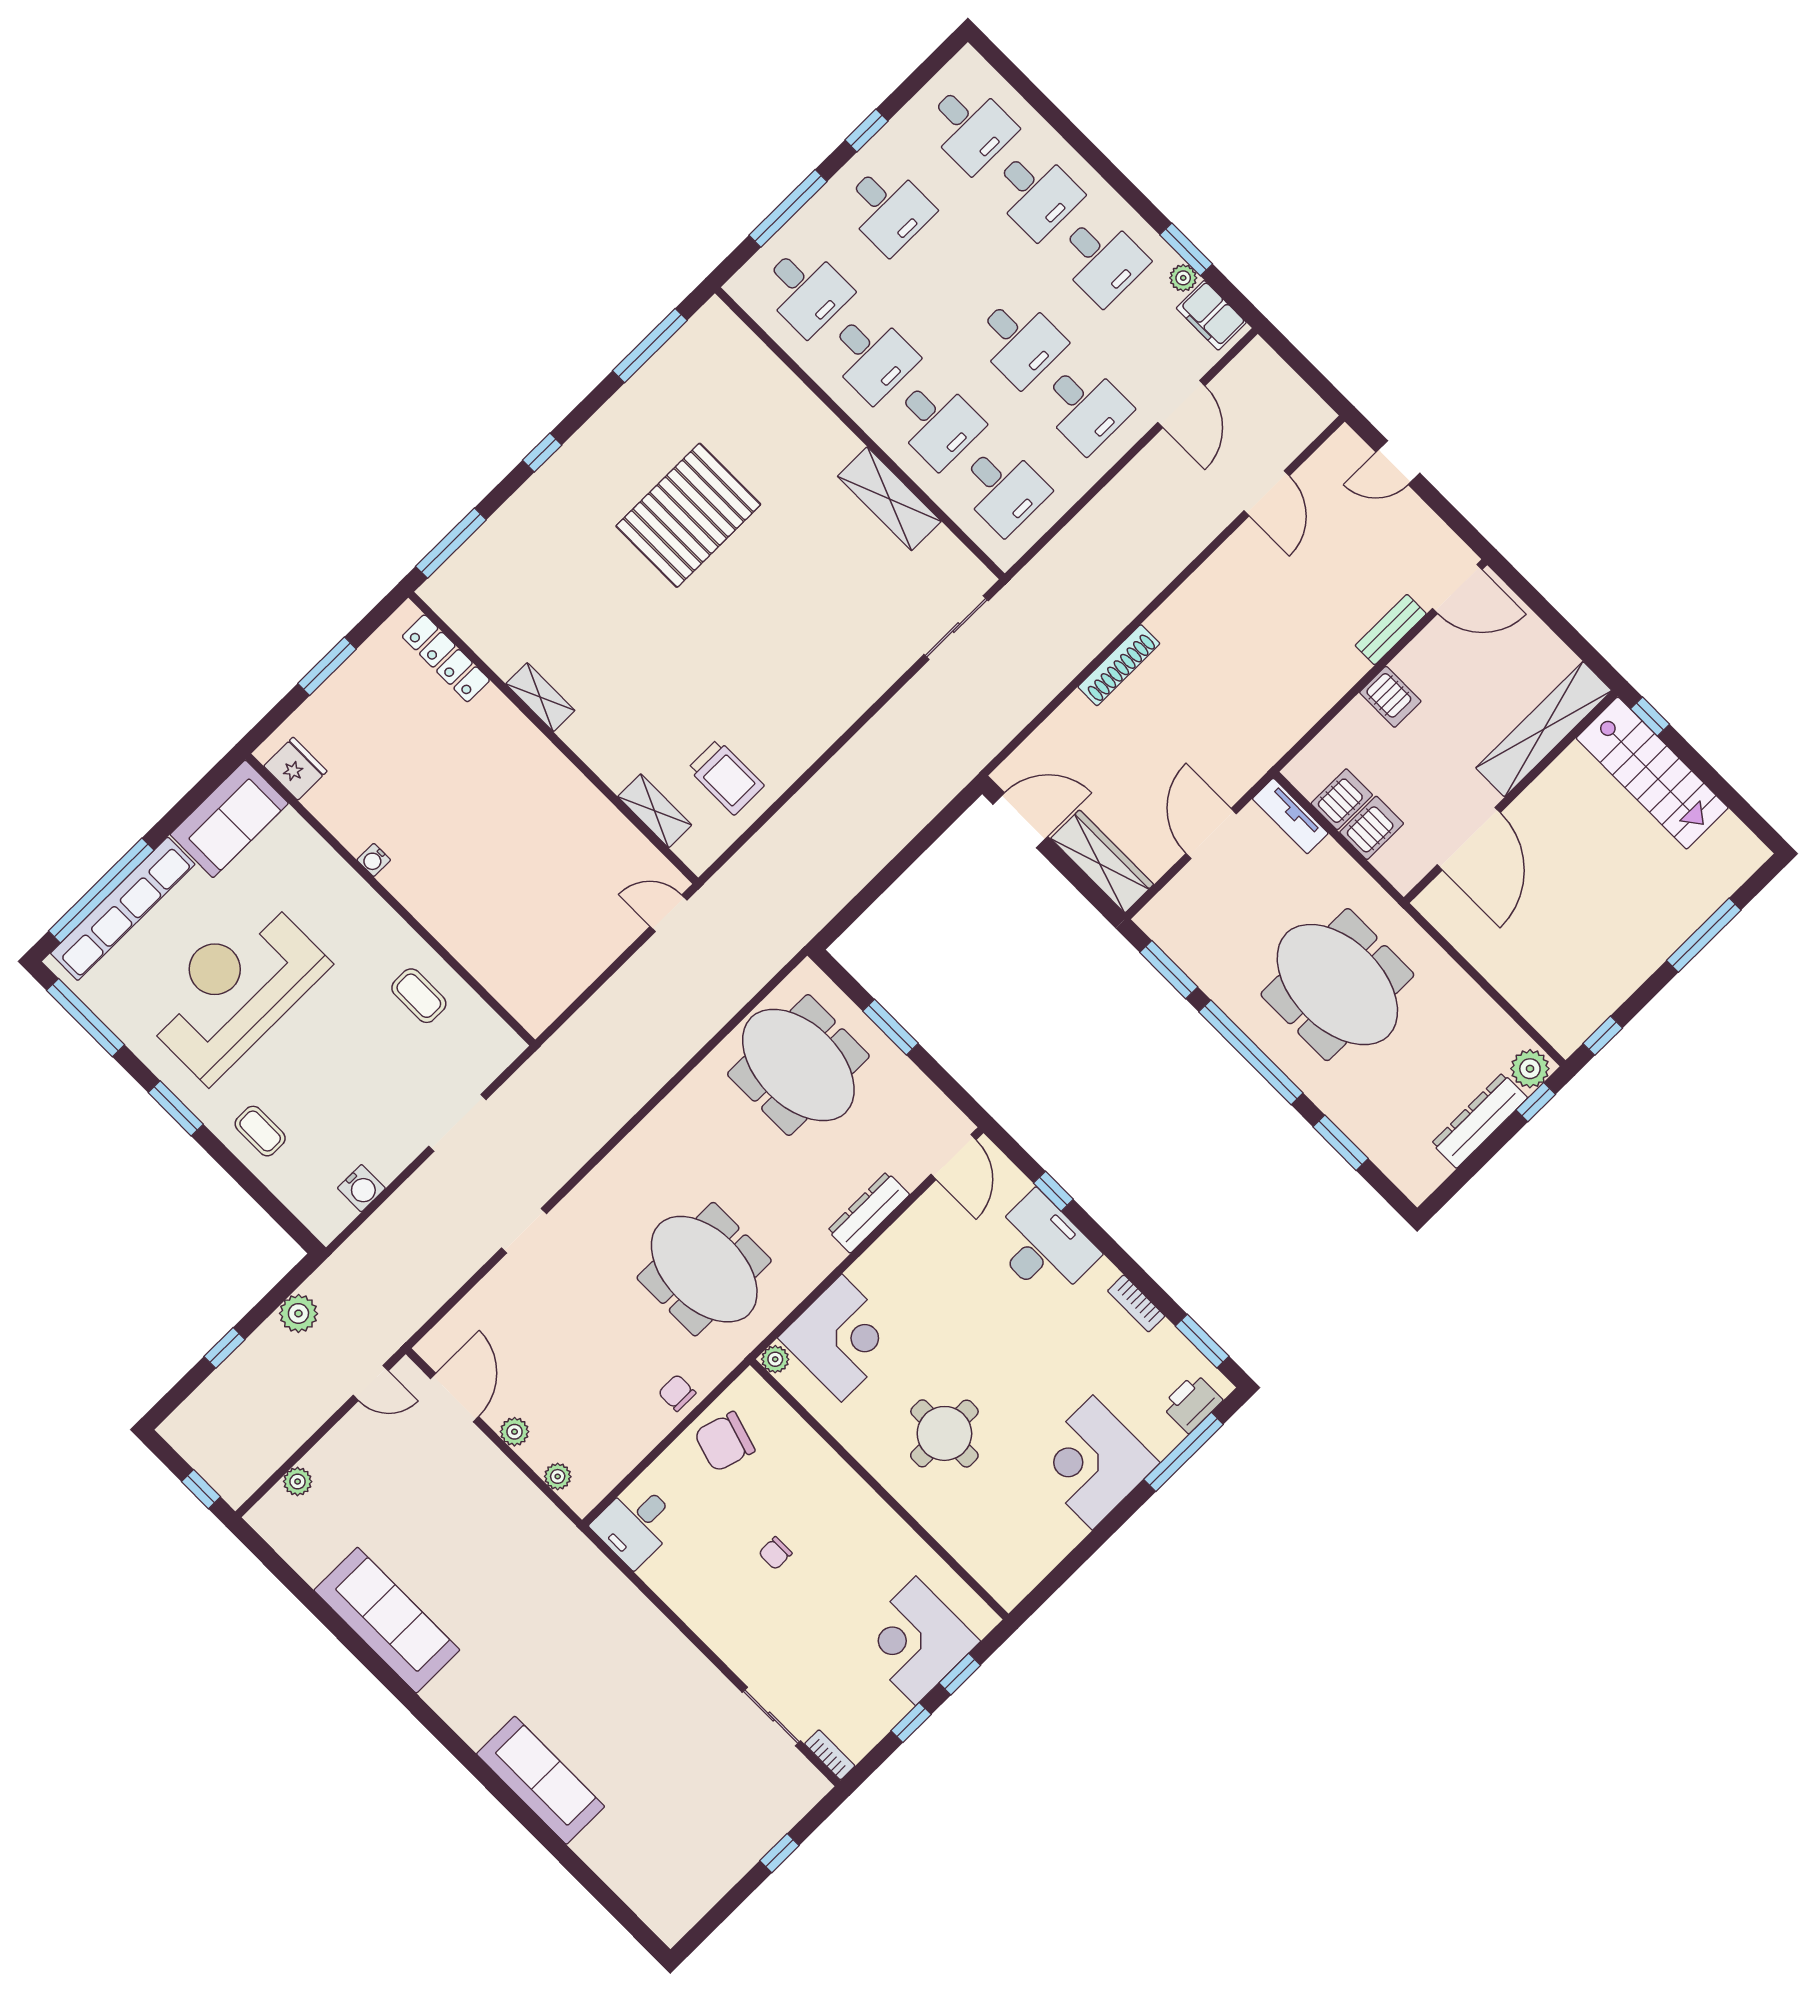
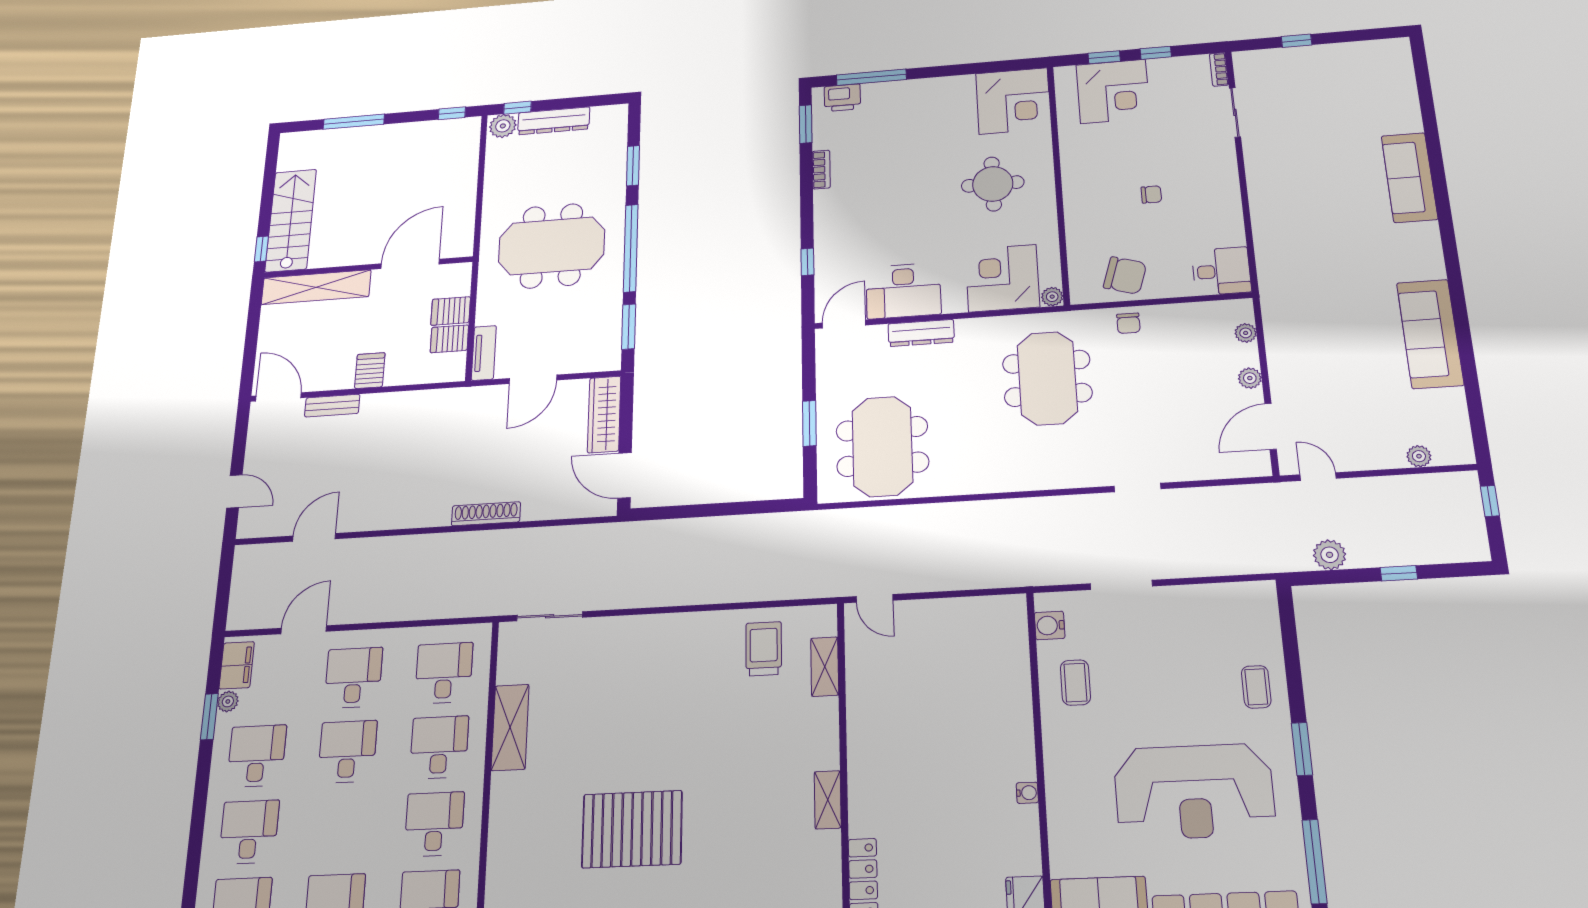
meeting table: (1337, 985) -> (552, 246), turned 90
water cooler: (361, 1188) -> (1050, 625), moved, turned -90
desk: (1043, 1247) -> (903, 291), moved, turned -90
corner desk: (1093, 1462) -> (1013, 101), moved

